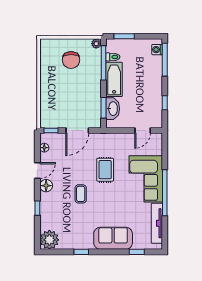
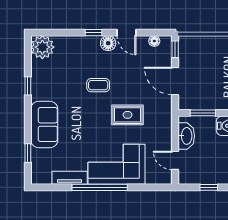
washbasin: (113, 109) -> (186, 136), moved, turned -90
window: (37, 208) -> (94, 33), moved
tv unit: (157, 223) -> (70, 178), width x0.71

